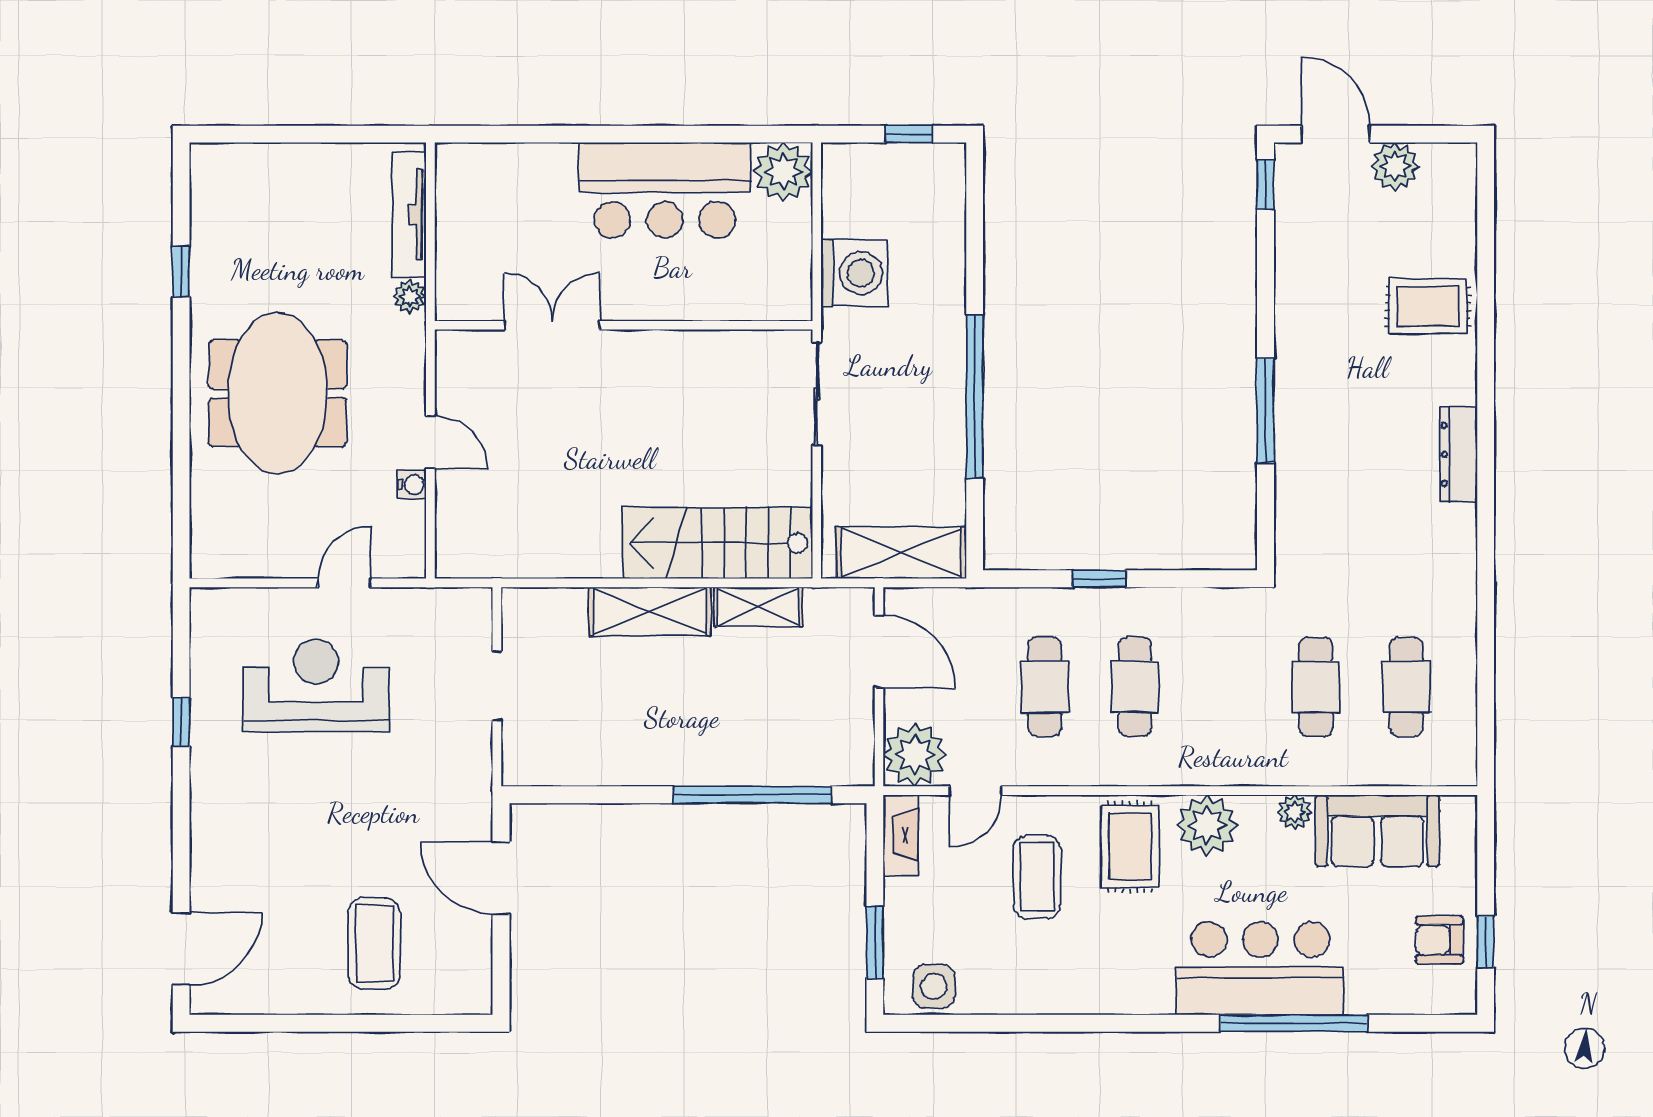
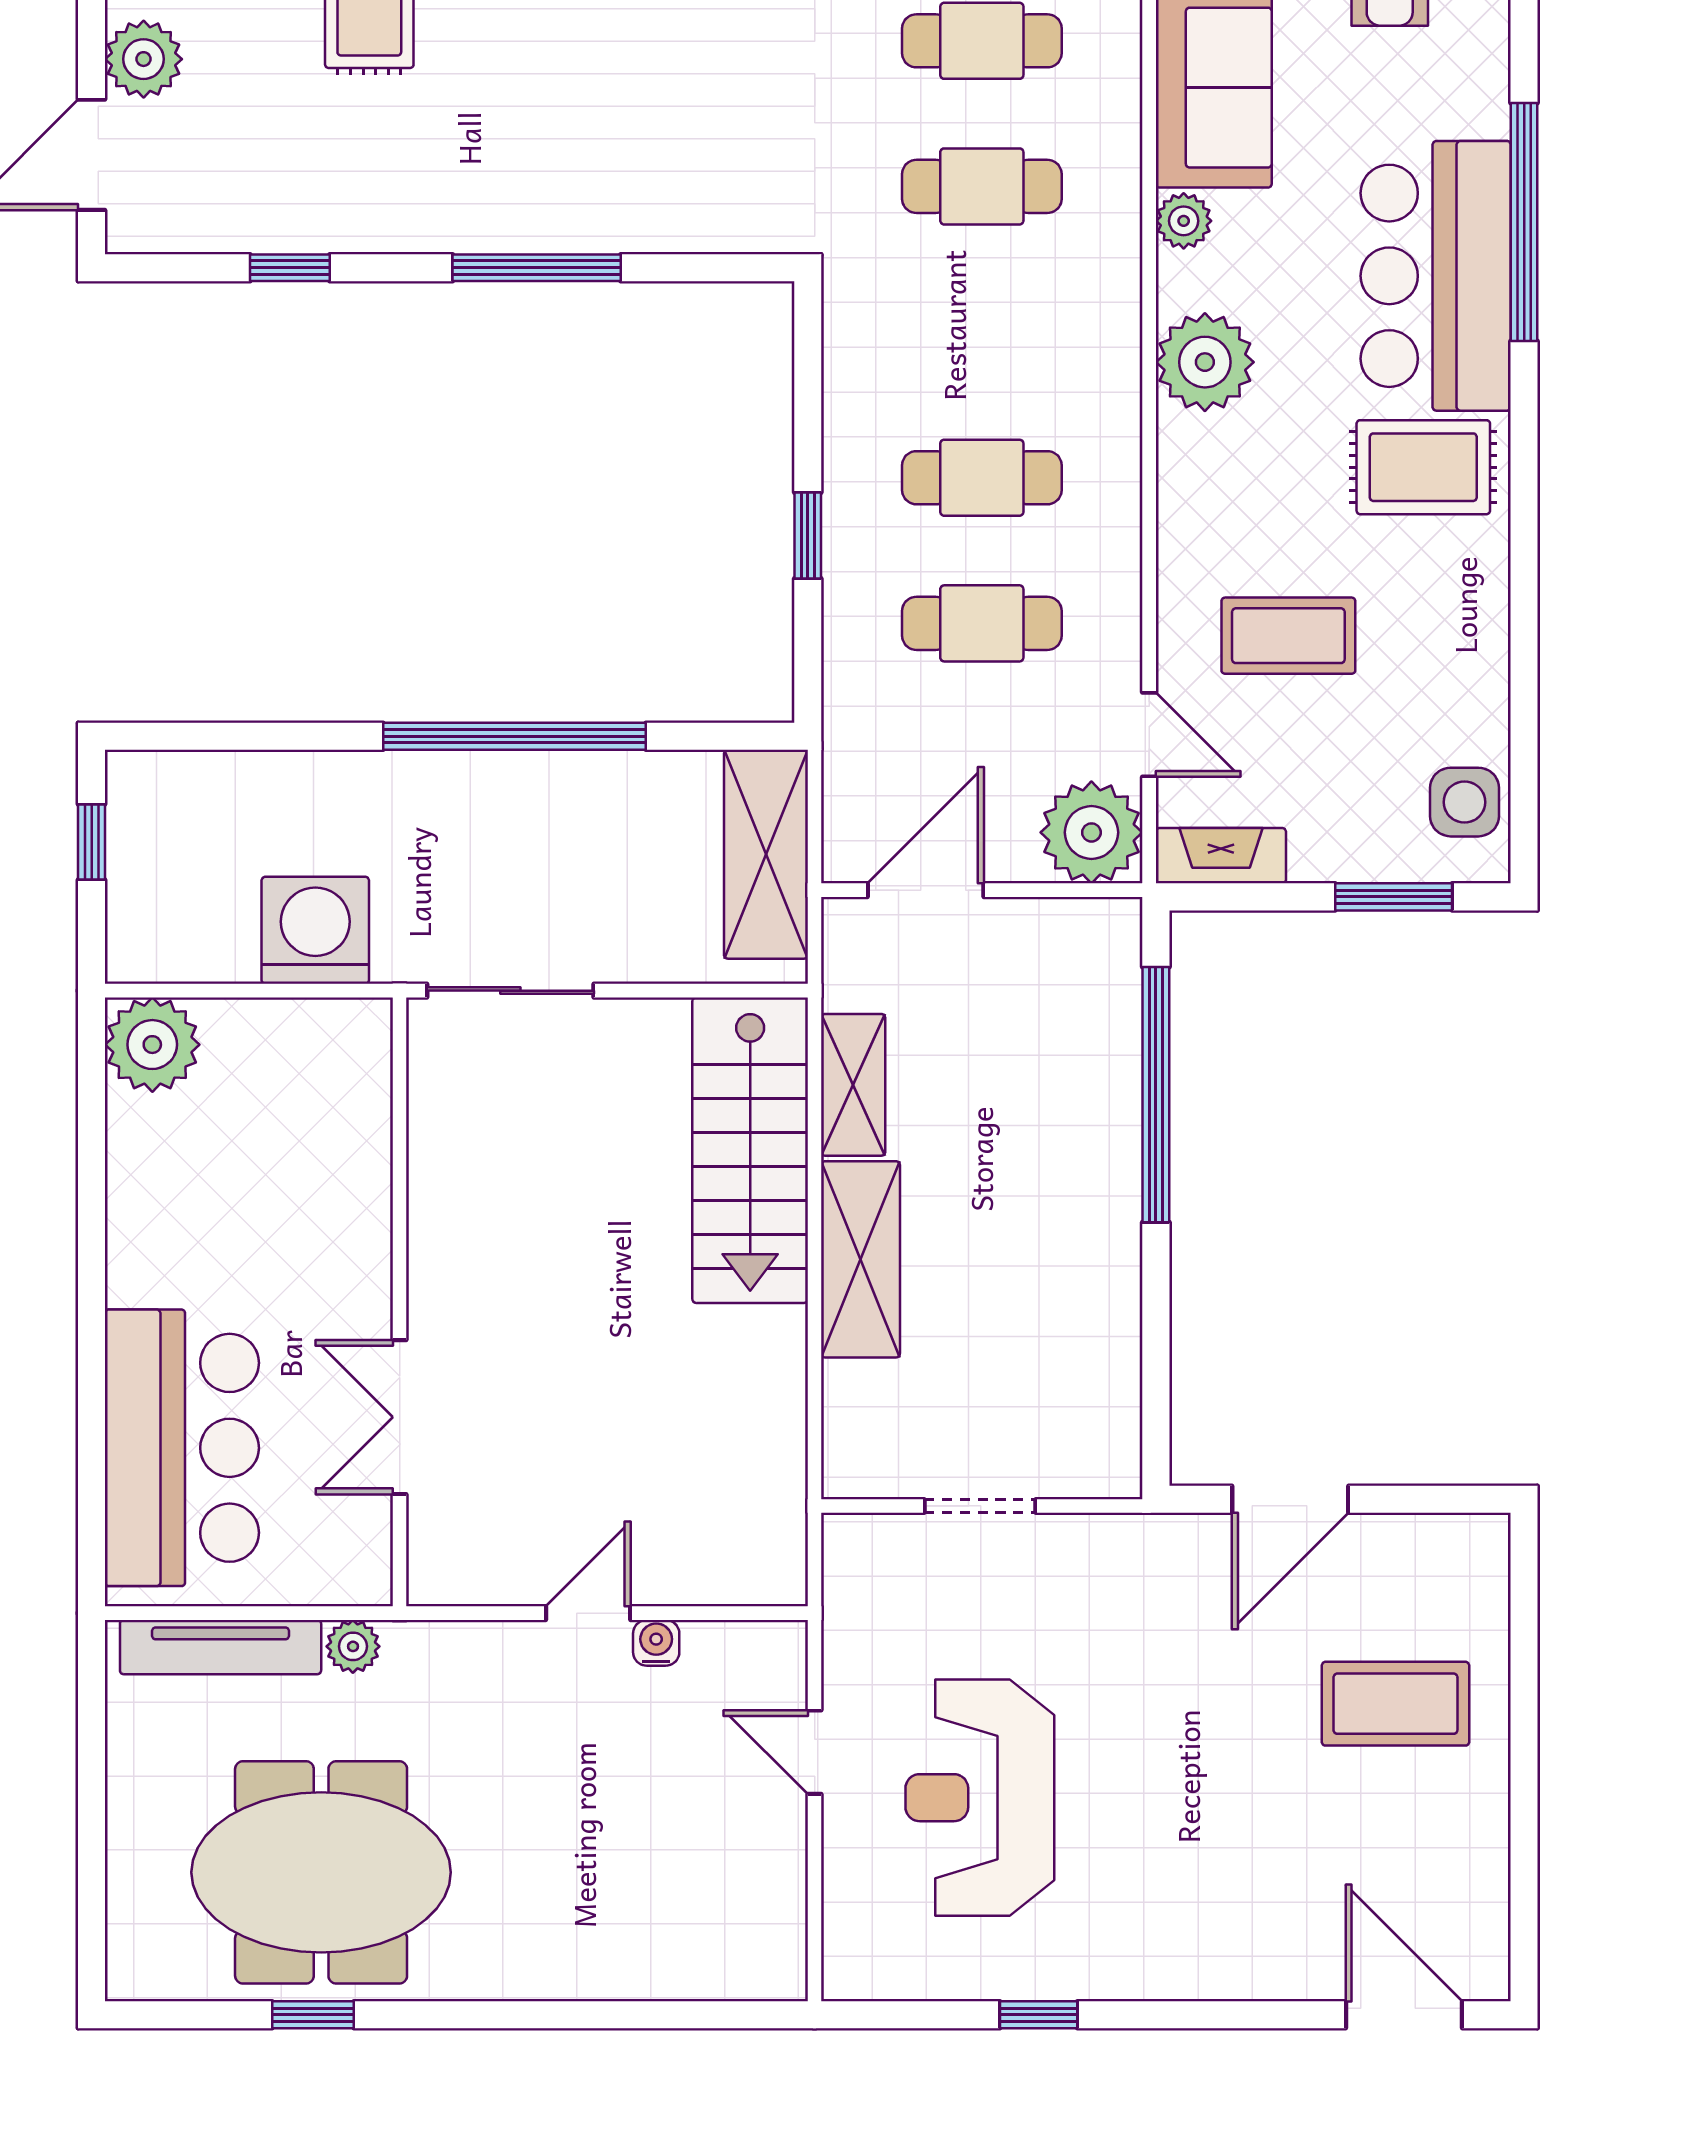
window: (1265, 184) -> (290, 268), moved
bar counter: (665, 190) -> (182, 1448), moved
meeting table: (278, 393) -> (321, 1872), moved
rug: (1130, 847) -> (1423, 467), moved

